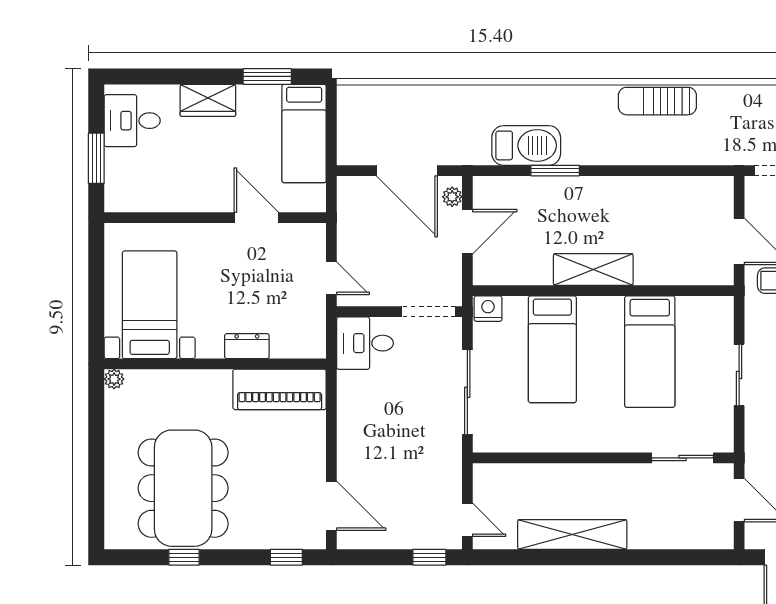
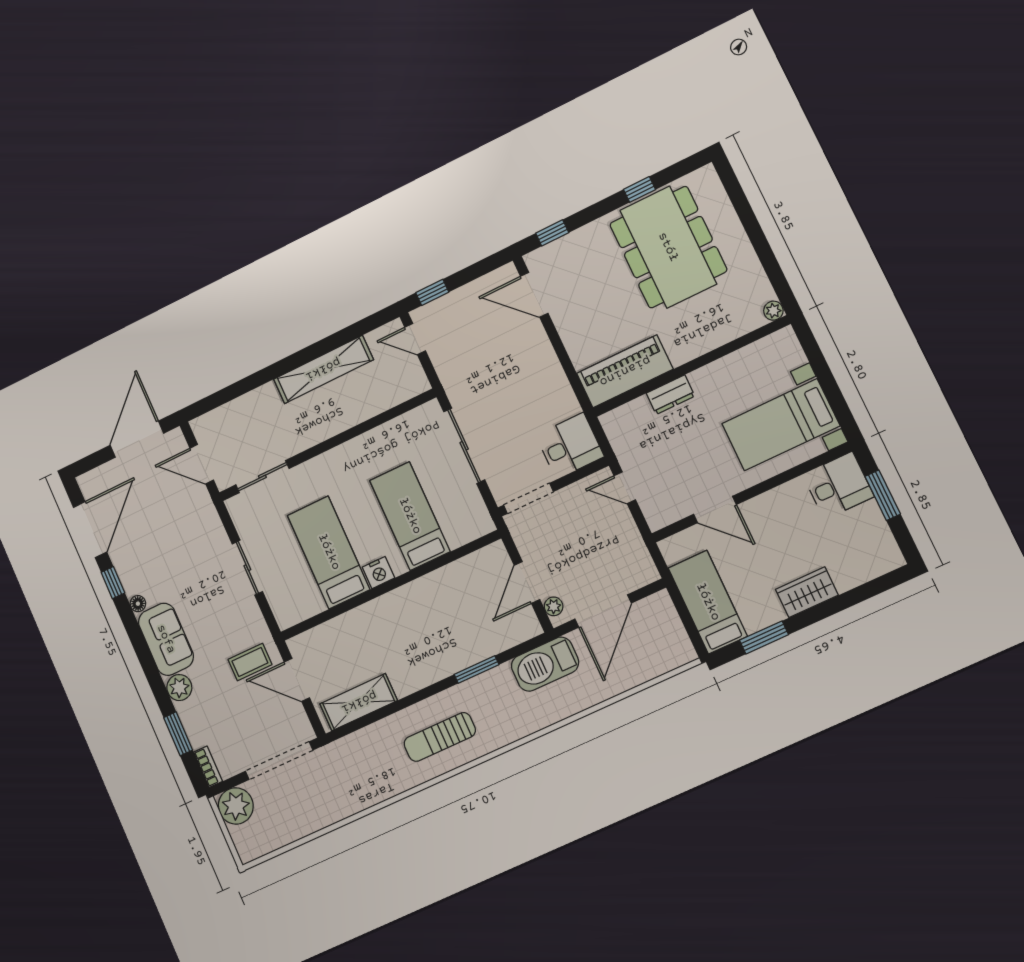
sun lounger: (657, 101) -> (440, 737), moved, turned 180
desk: (132, 121) -> (838, 485), moved
barbecue: (526, 145) -> (545, 664), moved
door: (407, 171) -> (603, 611), swing flipped
shelving: (593, 270) -> (359, 702), moved
bed with nightstands: (150, 305) -> (781, 425), moved, turned 90
nightstand: (488, 309) -> (379, 573), moved

